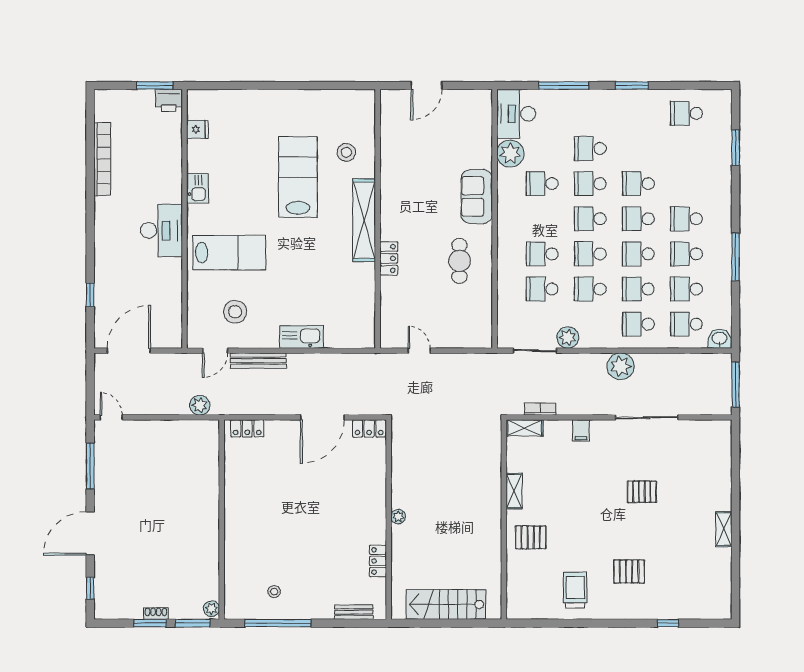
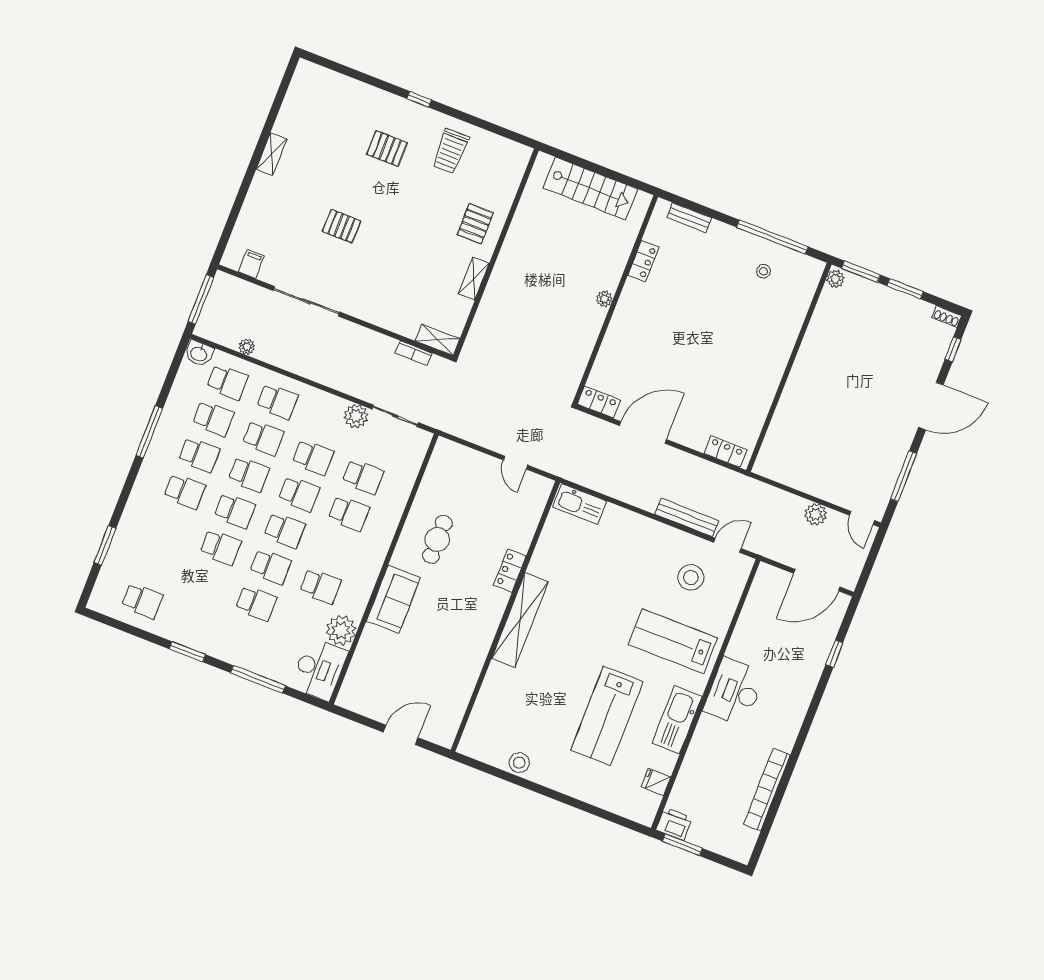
stool: (346, 152) -> (519, 763), moved
lab bench: (298, 177) -> (607, 716), moved
kitchen sink: (198, 188) -> (677, 720), width x1.88, depth x1.24
kitchen sink: (301, 337) -> (580, 504), moved
plant: (621, 366) -> (247, 347), moved, width x0.53, depth x0.53
plant: (200, 405) -> (816, 514), moved
filing cabinet: (581, 431) -> (251, 264), moved
pallet: (531, 537) -> (475, 224), turned 90
shoe rack: (156, 613) -> (947, 317), moved
window: (668, 623) -> (419, 99), moved

